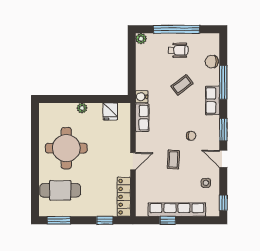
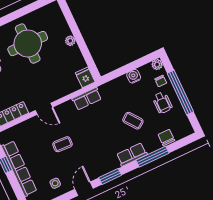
water cooler: (142, 97) -> (134, 76), moved
fridge: (110, 111) -> (85, 77), moved, turned 90
chair: (191, 136) -> (161, 81), moved

